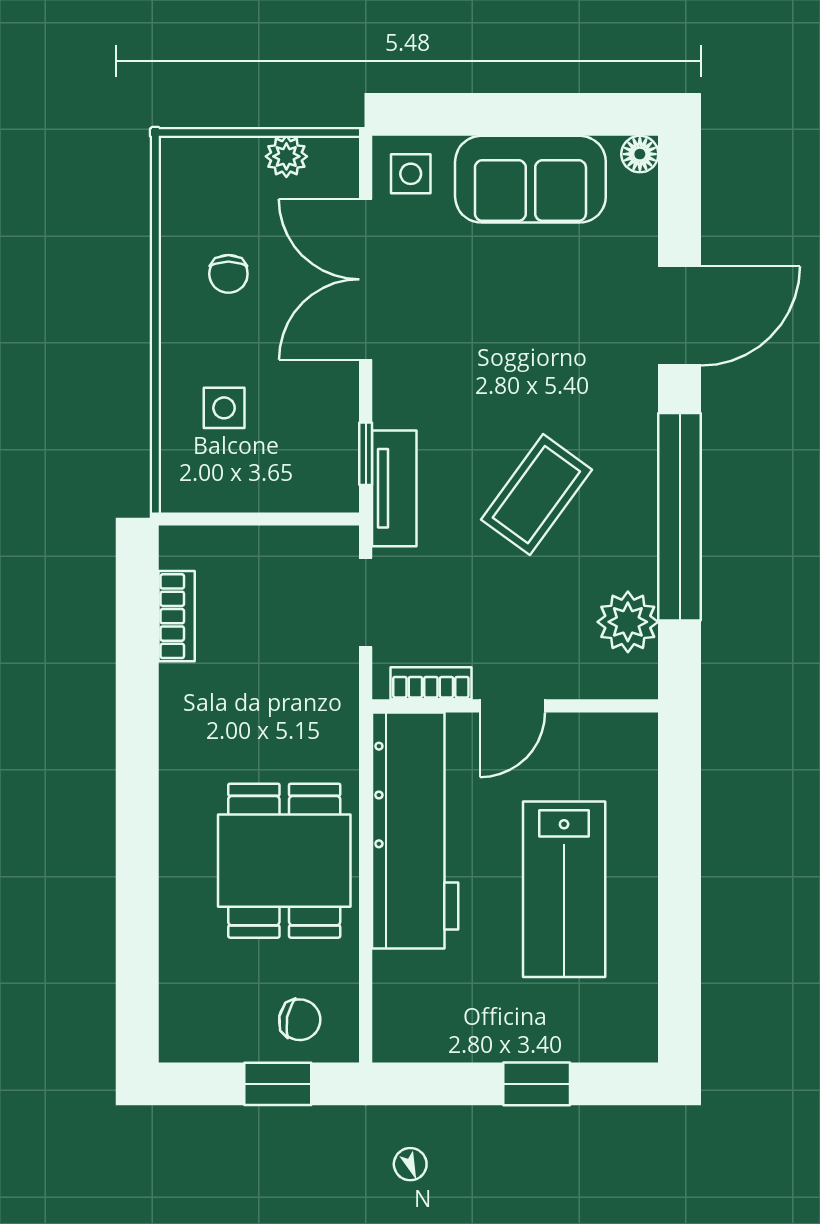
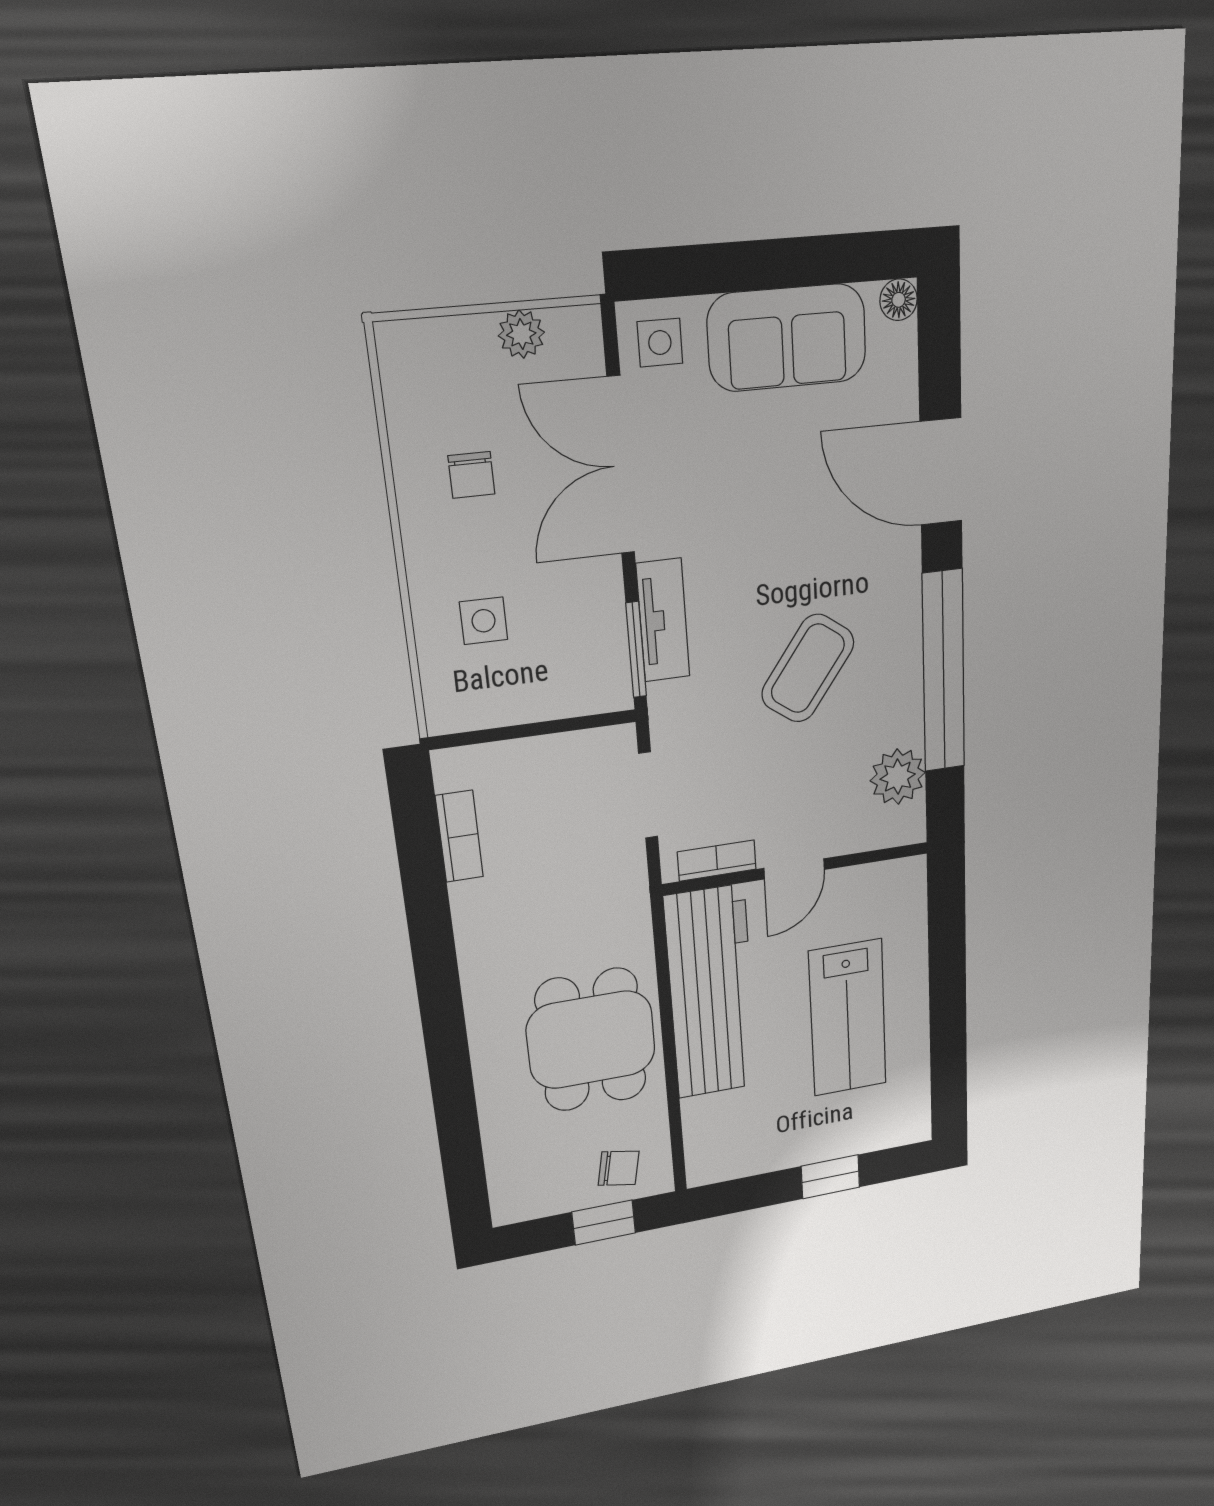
door: (680, 316) -> (941, 472), swing flipped
window: (366, 454) -> (636, 650), width x1.50
tv unit: (394, 488) -> (663, 620), moved

